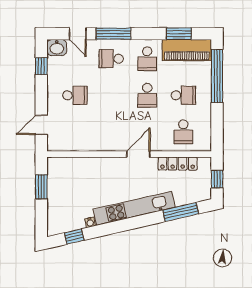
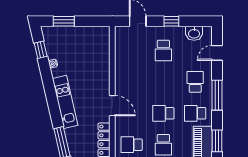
window: (114, 34) -> (217, 95), moved
washbasin: (57, 48) -> (194, 33), moved, turned -90
window: (41, 66) -> (171, 21), moved
window: (41, 187) -> (64, 21), moved
kitchen unit: (134, 208) -> (65, 102), width x0.73

